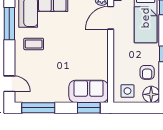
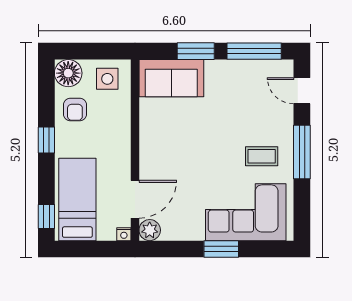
window: (9, 24) -> (302, 152), moved
armchair: (147, 72) -> (75, 110), turned 180
window: (89, 108) -> (196, 51), moved

